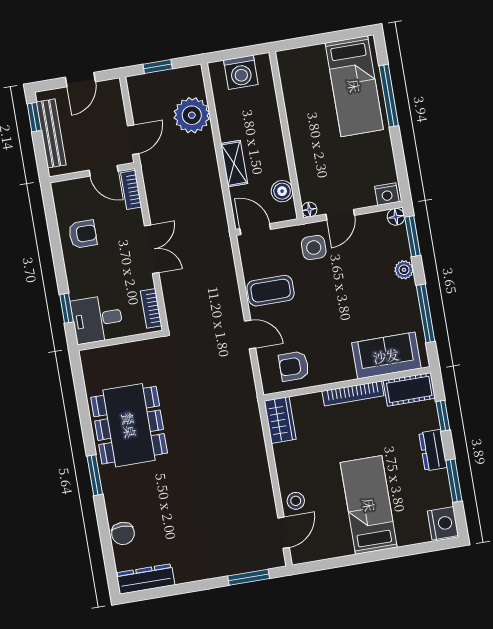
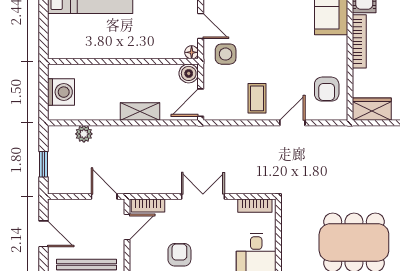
plant: (192, 115) -> (84, 134), width x0.53, depth x0.53
boiler: (282, 191) -> (189, 73), moved
coffee table: (271, 291) -> (257, 98), width x0.73, depth x0.77

